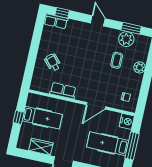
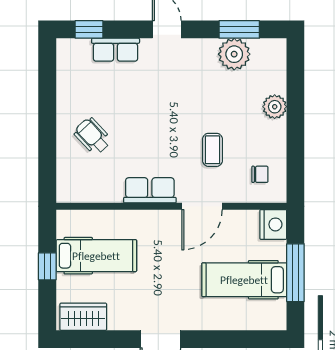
row of seats: (56, 21) -> (116, 50), moved
coffee table: (117, 60) -> (213, 150), moved
row of seats: (63, 91) -> (150, 190), moved
wardrobe: (41, 147) -> (83, 317), moved

